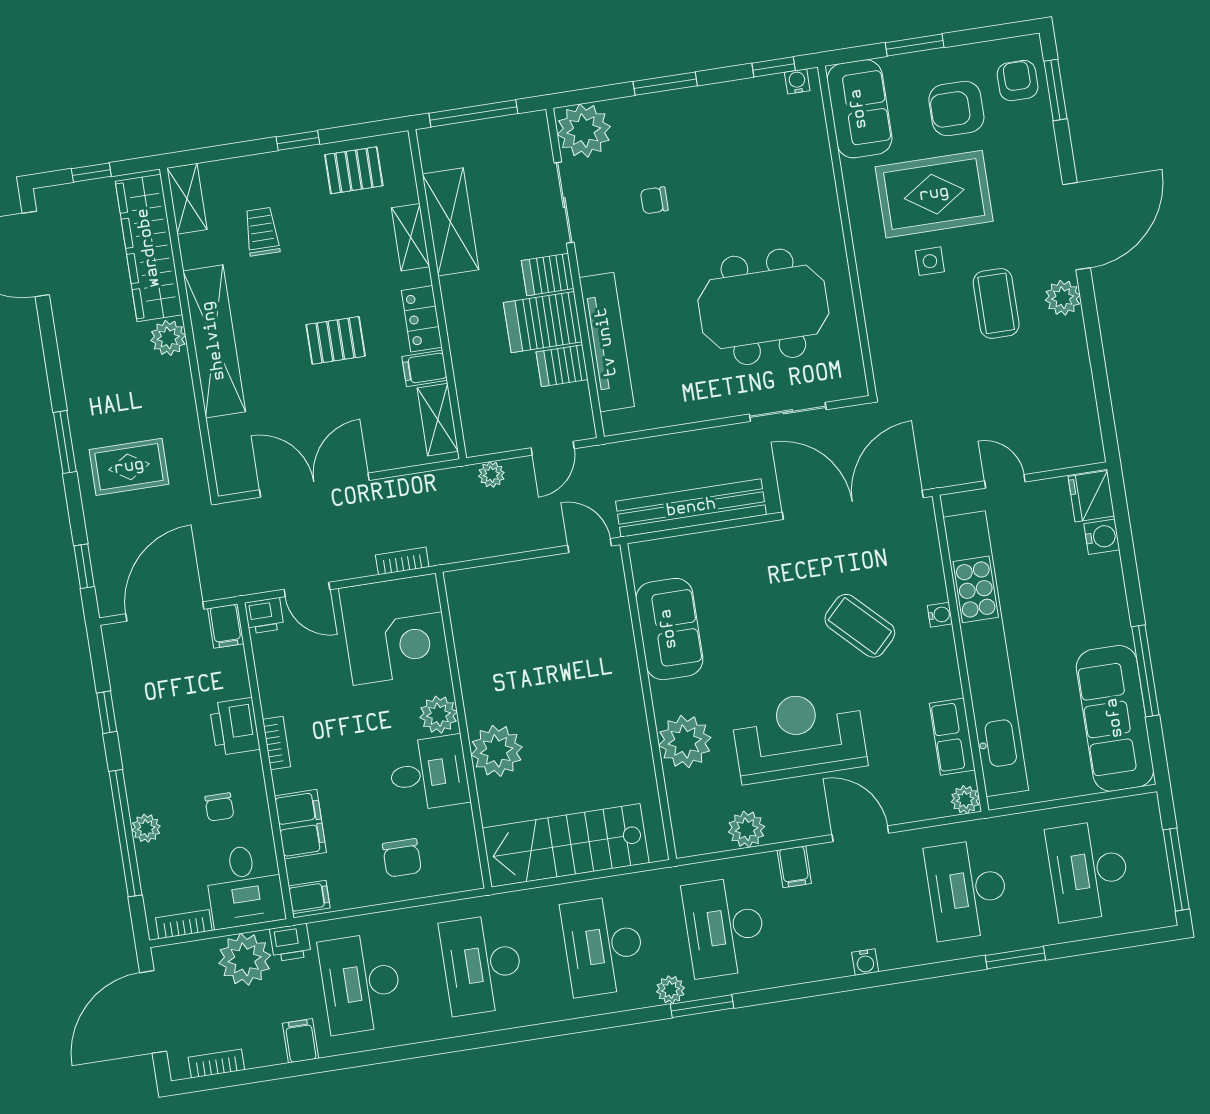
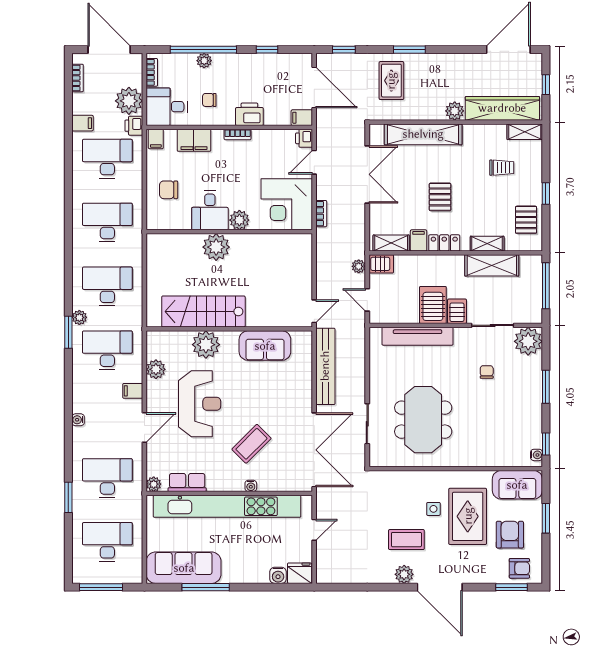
shelving: (214, 341) -> (423, 134), moved
server rack: (562, 366) -> (381, 264), moved, turned 90
stairs: (566, 845) -> (203, 311), moved, turned -90

